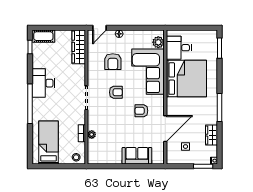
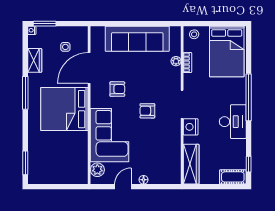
door: (100, 28) -> (123, 187), moved
desk: (179, 48) -> (73, 163), removed
armchair: (113, 62) -> (151, 147), removed
nightstand: (79, 79) -> (191, 127), added
bed: (186, 79) -> (64, 109), moved
bed: (48, 143) -> (227, 52), width x1.50
sofa: (137, 156) -> (137, 39), width x1.85, depth x1.27

